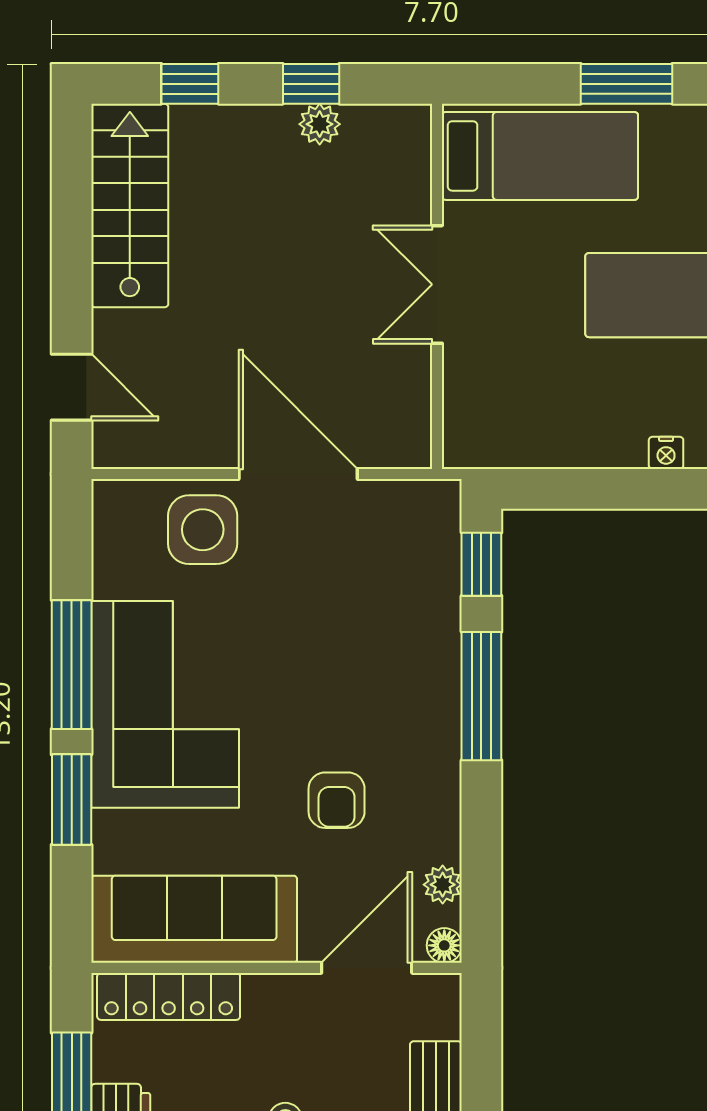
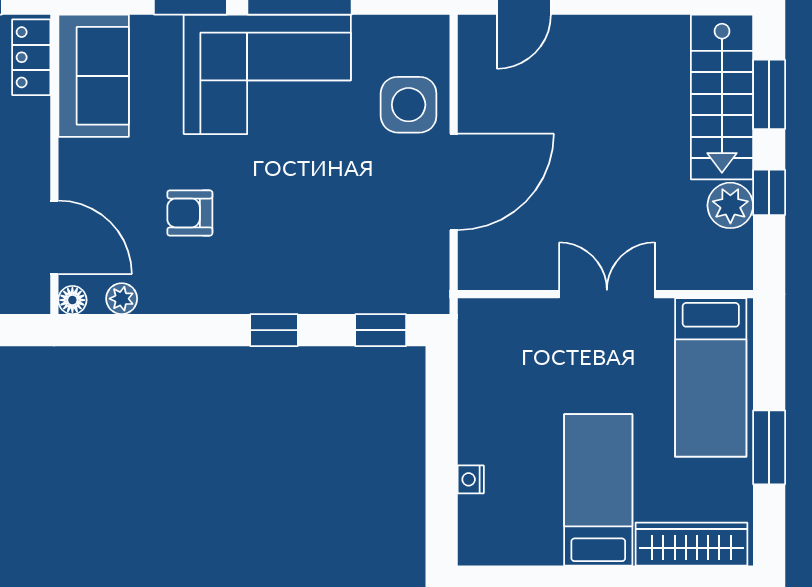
window: (190, 84) -> (769, 94), width x1.50
plant: (320, 124) -> (730, 205), width x1.38, depth x1.38
stairs: (130, 206) -> (722, 97), moved, turned 90
window: (481, 696) -> (274, 330), width x0.46
sofa: (194, 919) -> (94, 76), width x0.73
locker: (169, 996) -> (31, 57), width x0.66

